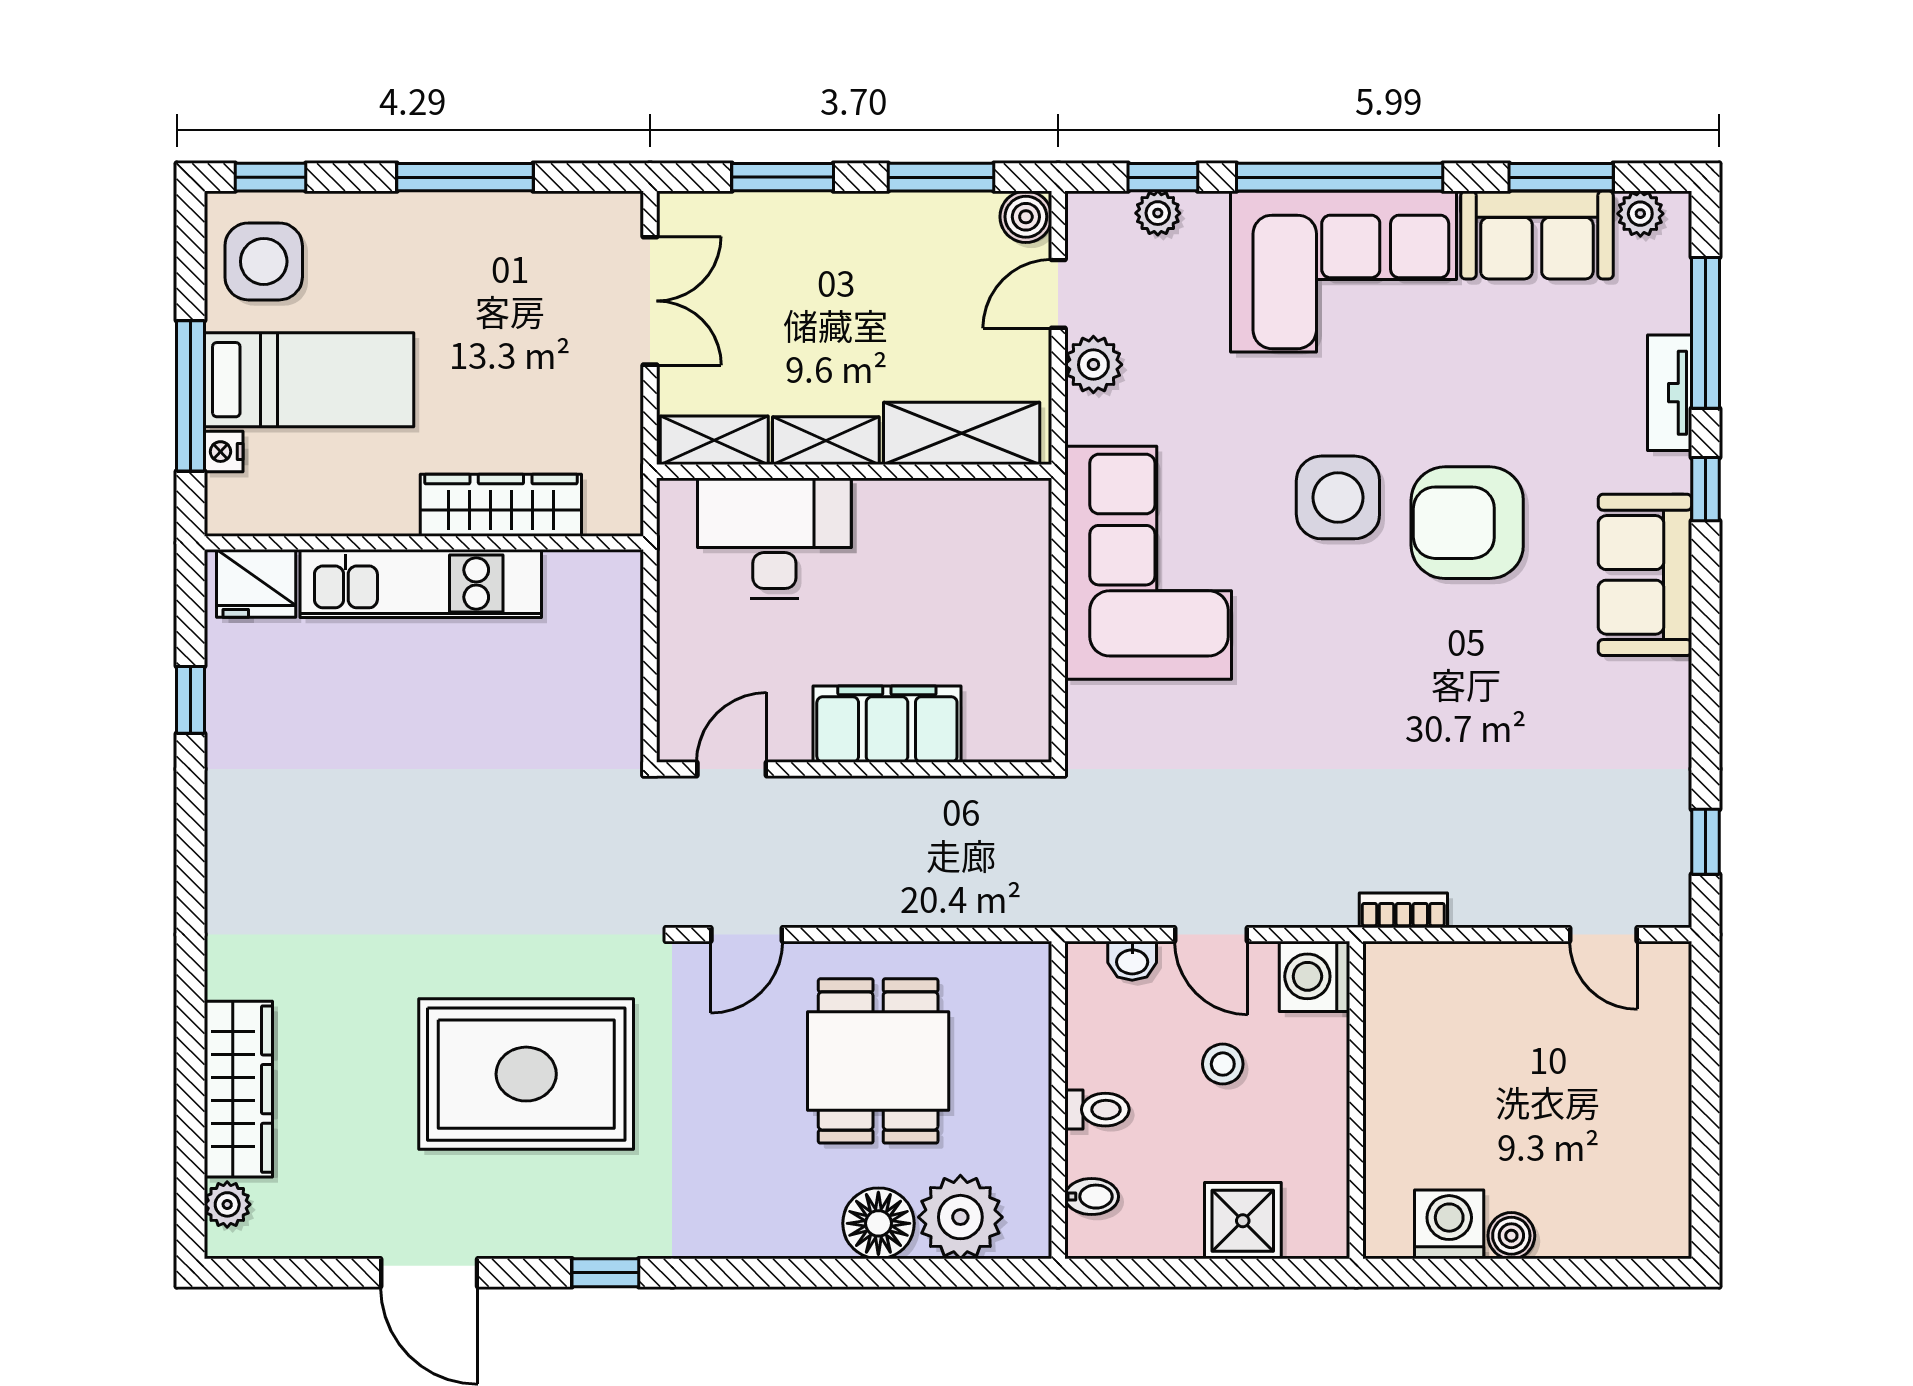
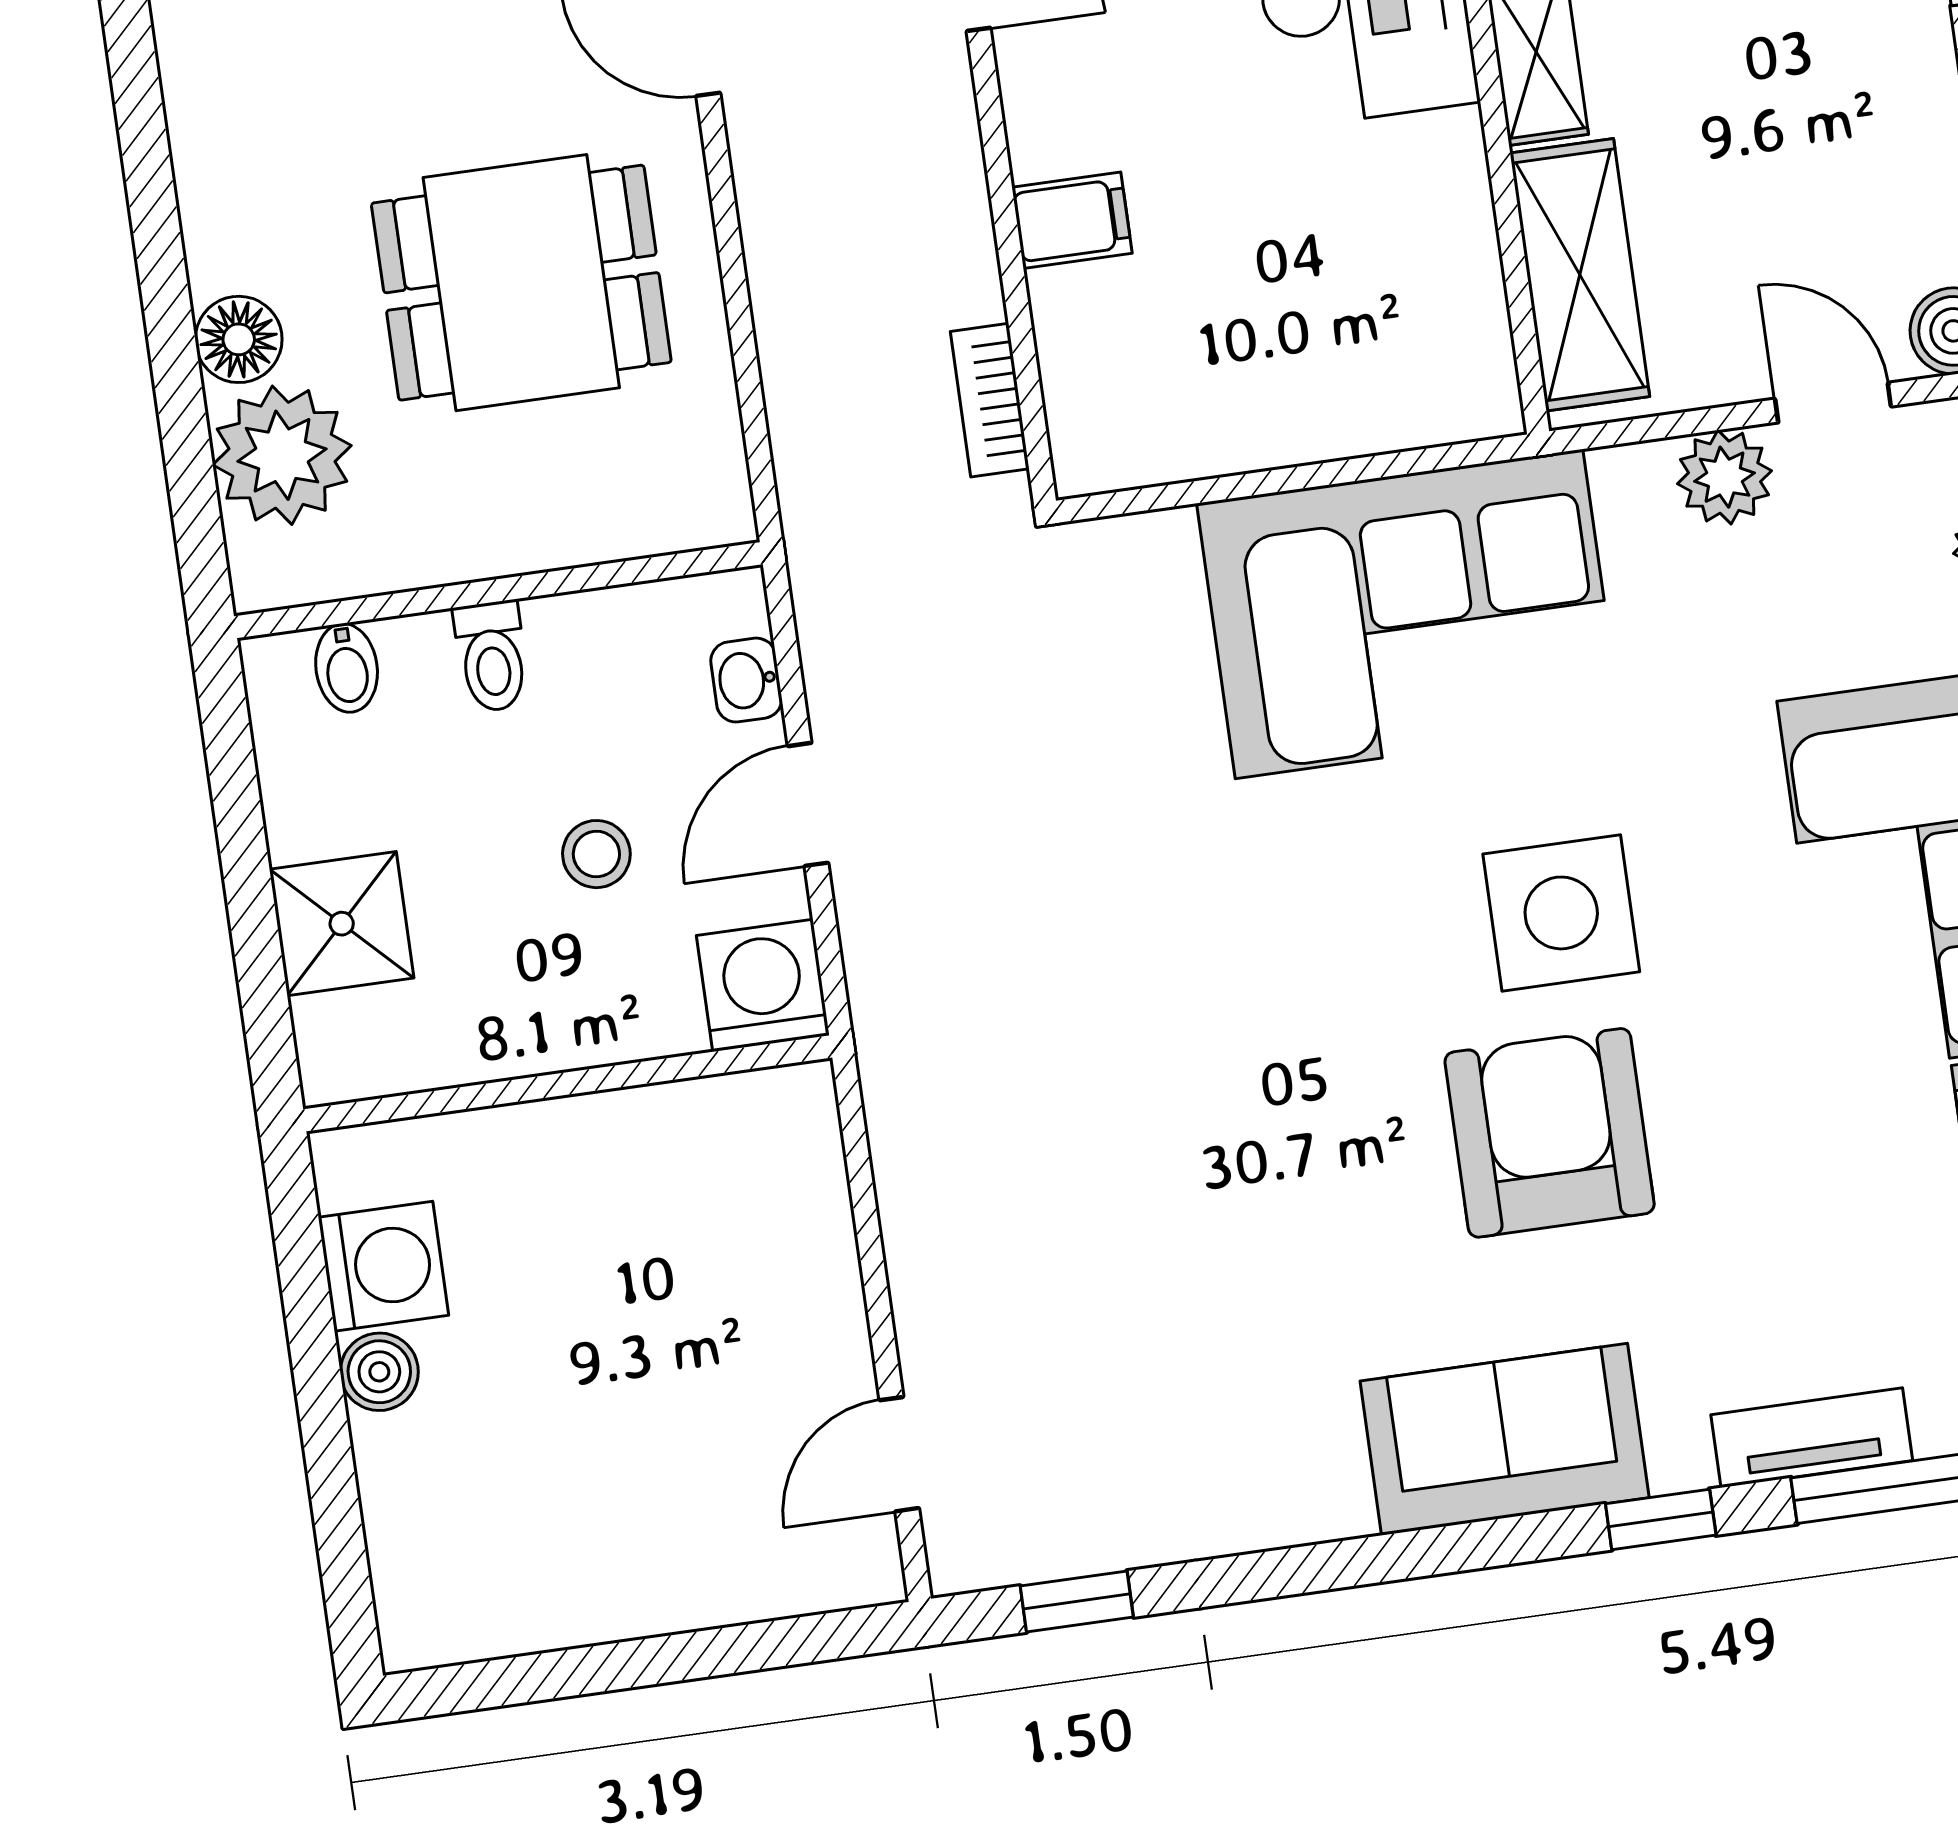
filing cabinet: (887, 724) -> (1072, 220), width x0.33, depth x0.86
bookcase: (1403, 910) -> (990, 400), moved, turned 180
floor lamp: (878, 1223) -> (239, 339), width x0.73, depth x0.73

